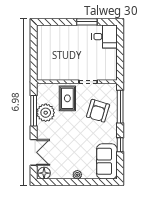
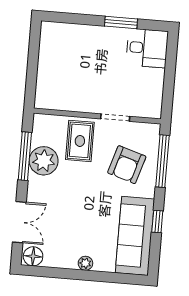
sofa: (107, 161) -> (135, 236), width x1.36

